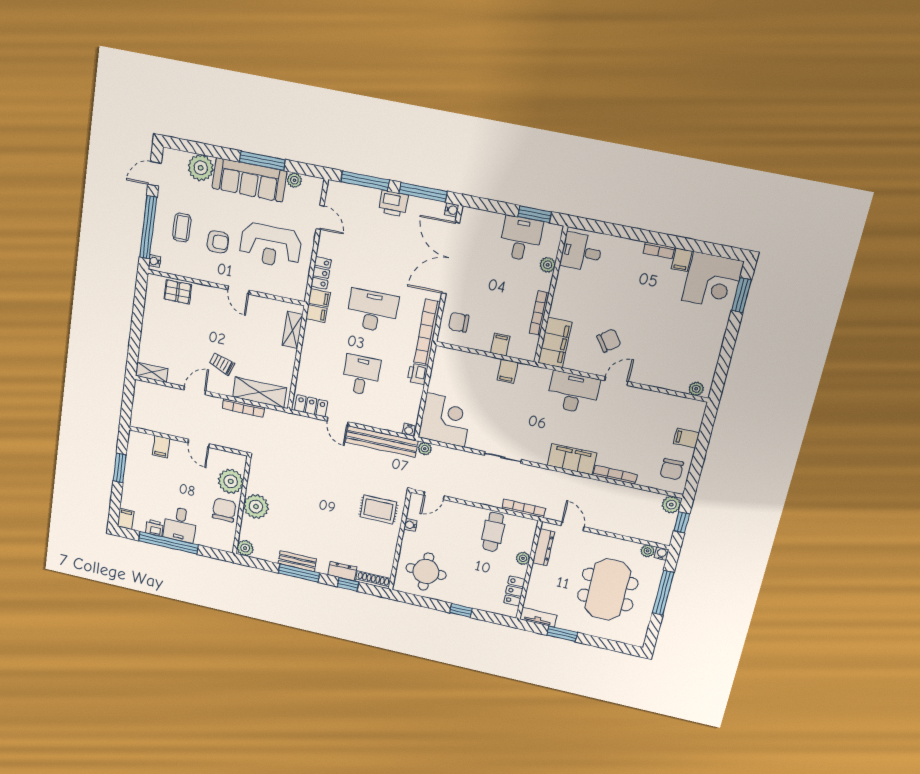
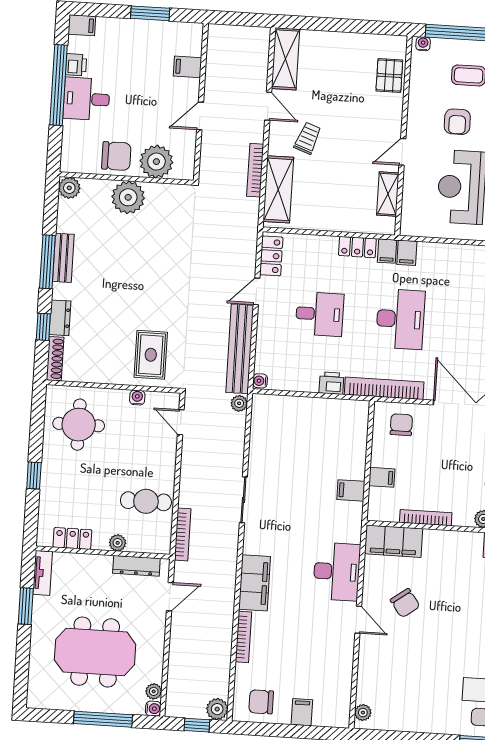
locker: (321, 273) -> (357, 247), moved
shelving: (293, 330) -> (388, 194), moved, turned 90
shelving: (152, 372) -> (286, 59), width x1.50, depth x1.33
corner desk: (445, 420) -> (279, 424), removed

